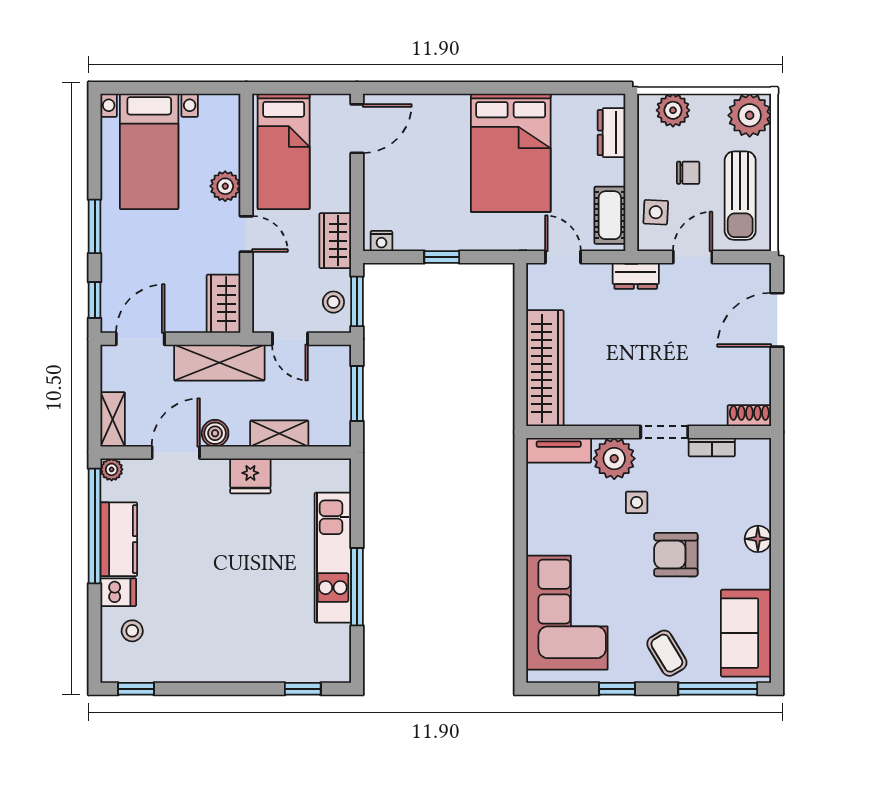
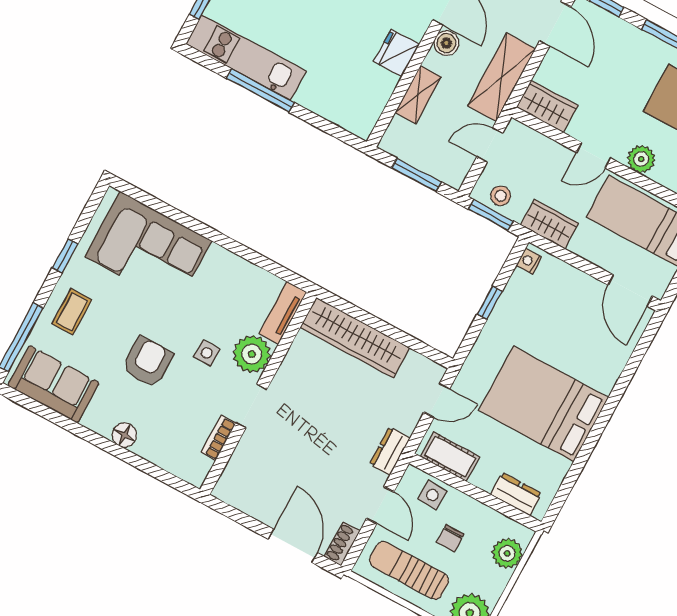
shoe rack: (749, 416) -> (342, 544), moved, turned 180
kitchen unit: (333, 558) -> (246, 58), moved
coffee table: (667, 653) -> (72, 312), turned -59

